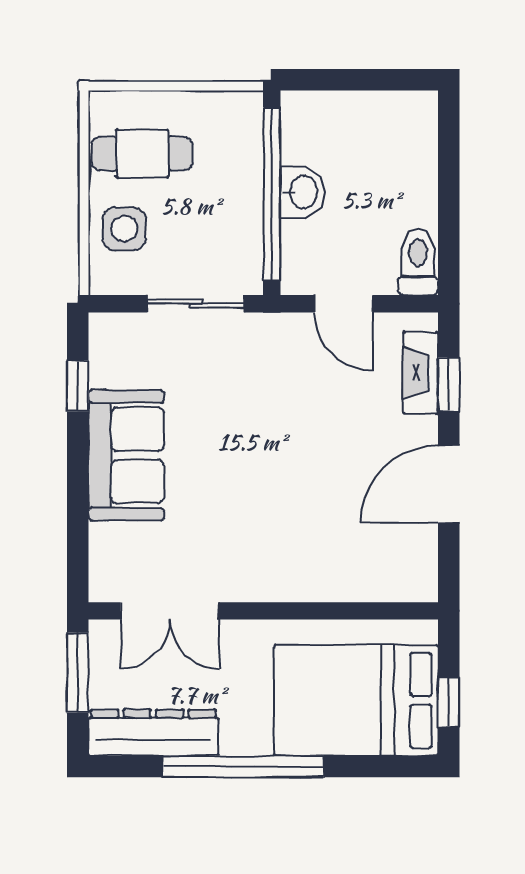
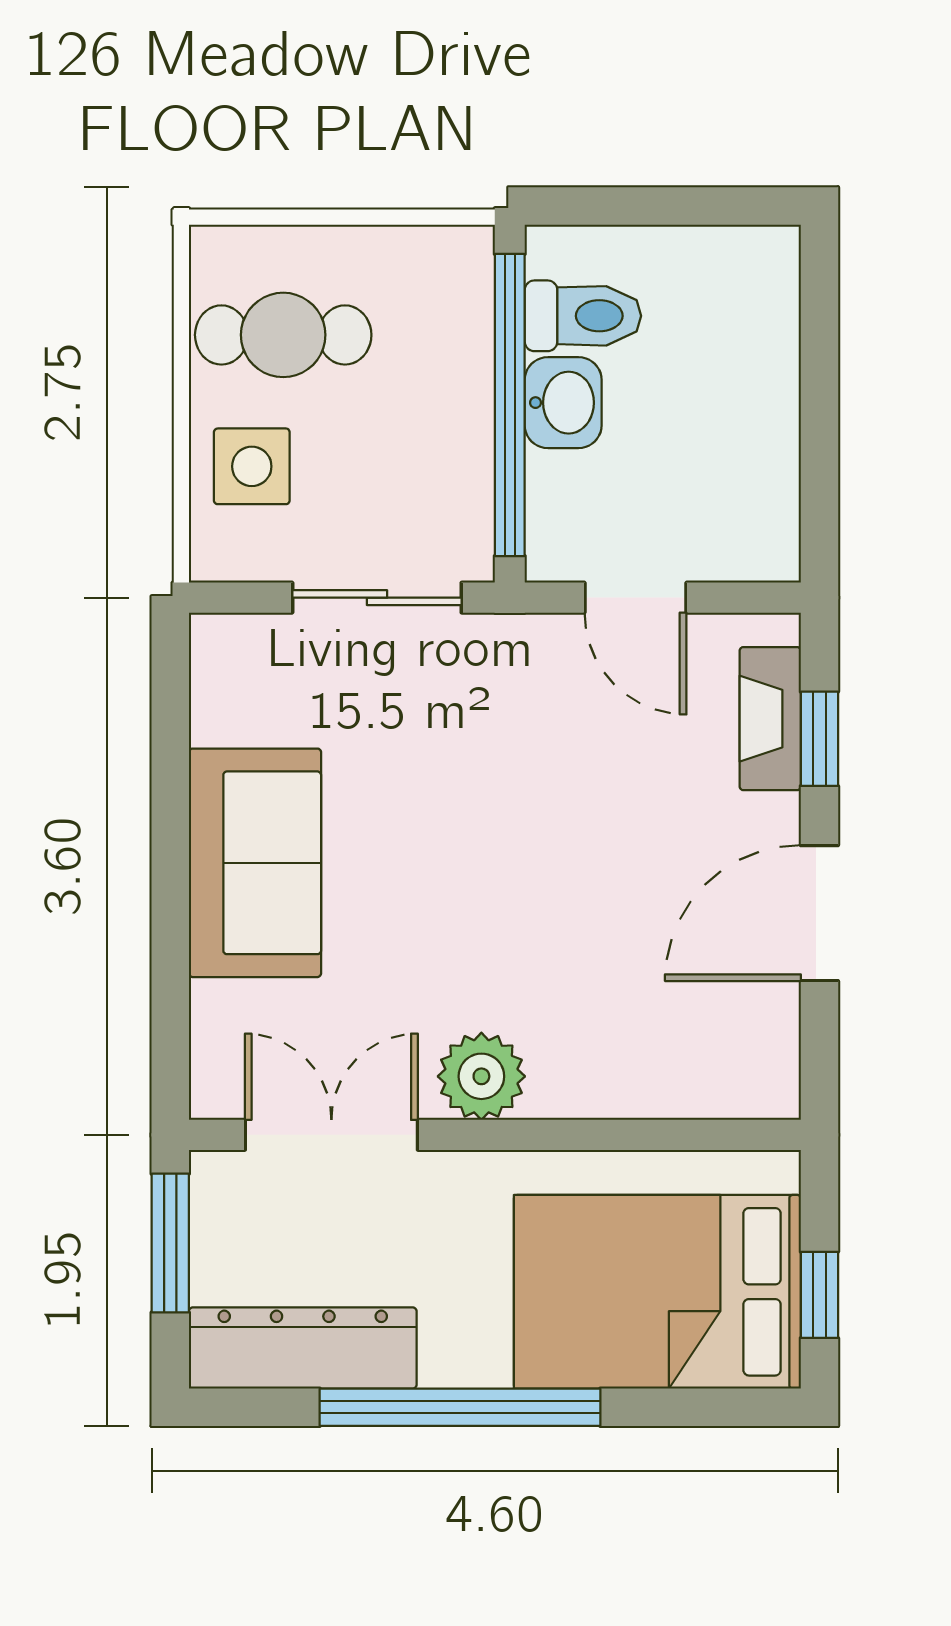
toilet: (418, 262) -> (583, 316), moved, turned 90
window: (78, 386) -> (170, 741), removed
plant: (256, 577) -> (481, 1076), added
double door: (170, 611) -> (331, 1135), swing flipped

